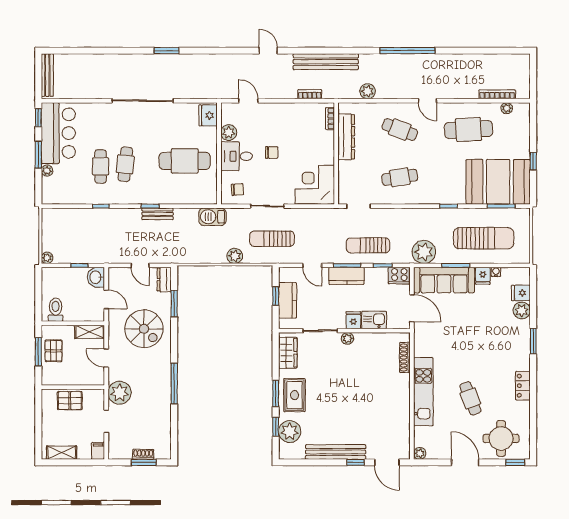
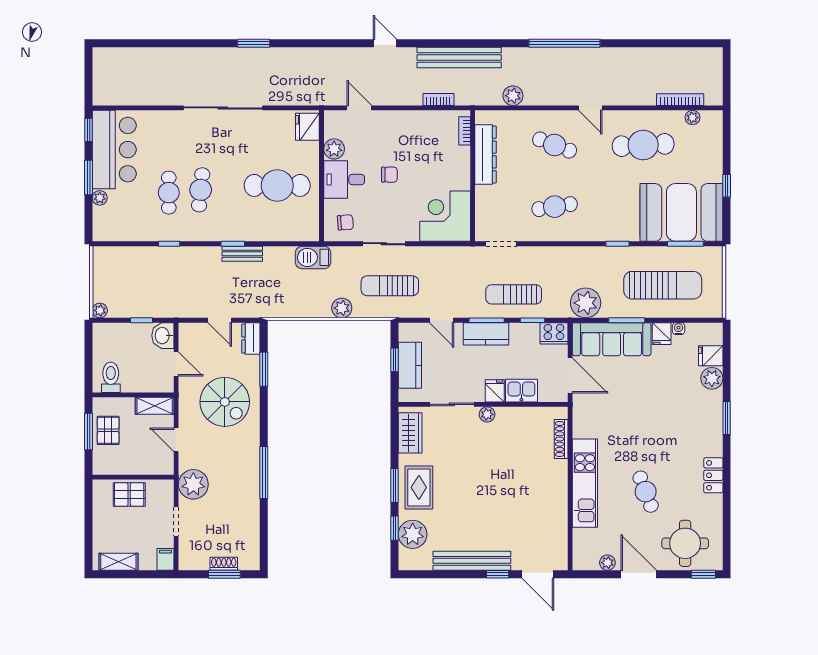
bench: (47, 75) -> (100, 75), removed
plant: (420, 453) -> (607, 563), moved

